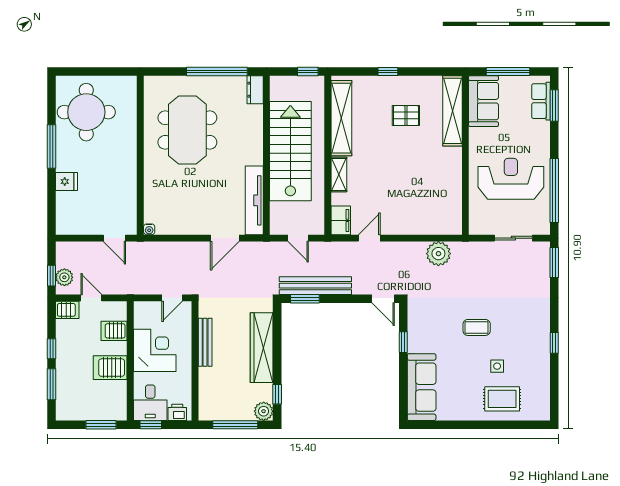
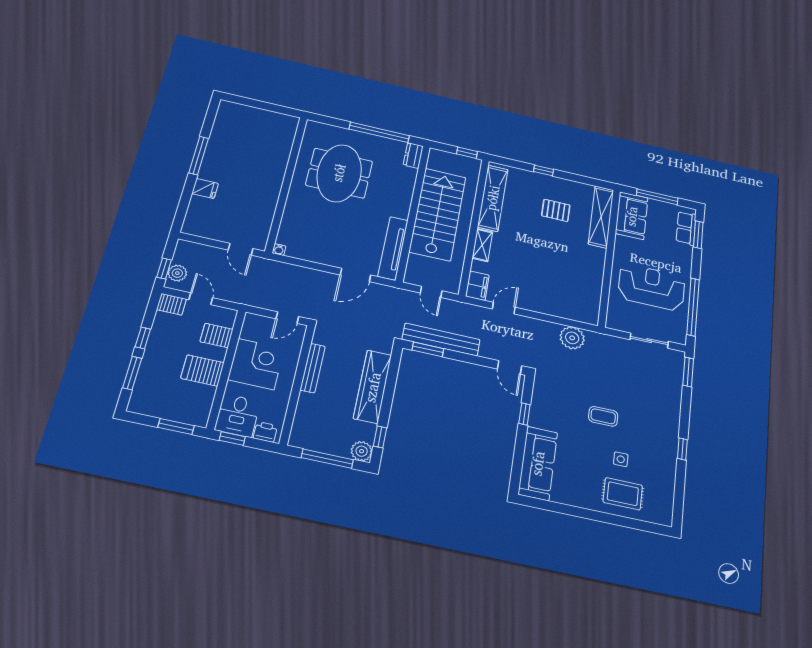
round table: (86, 112) -> (242, 135), removed

